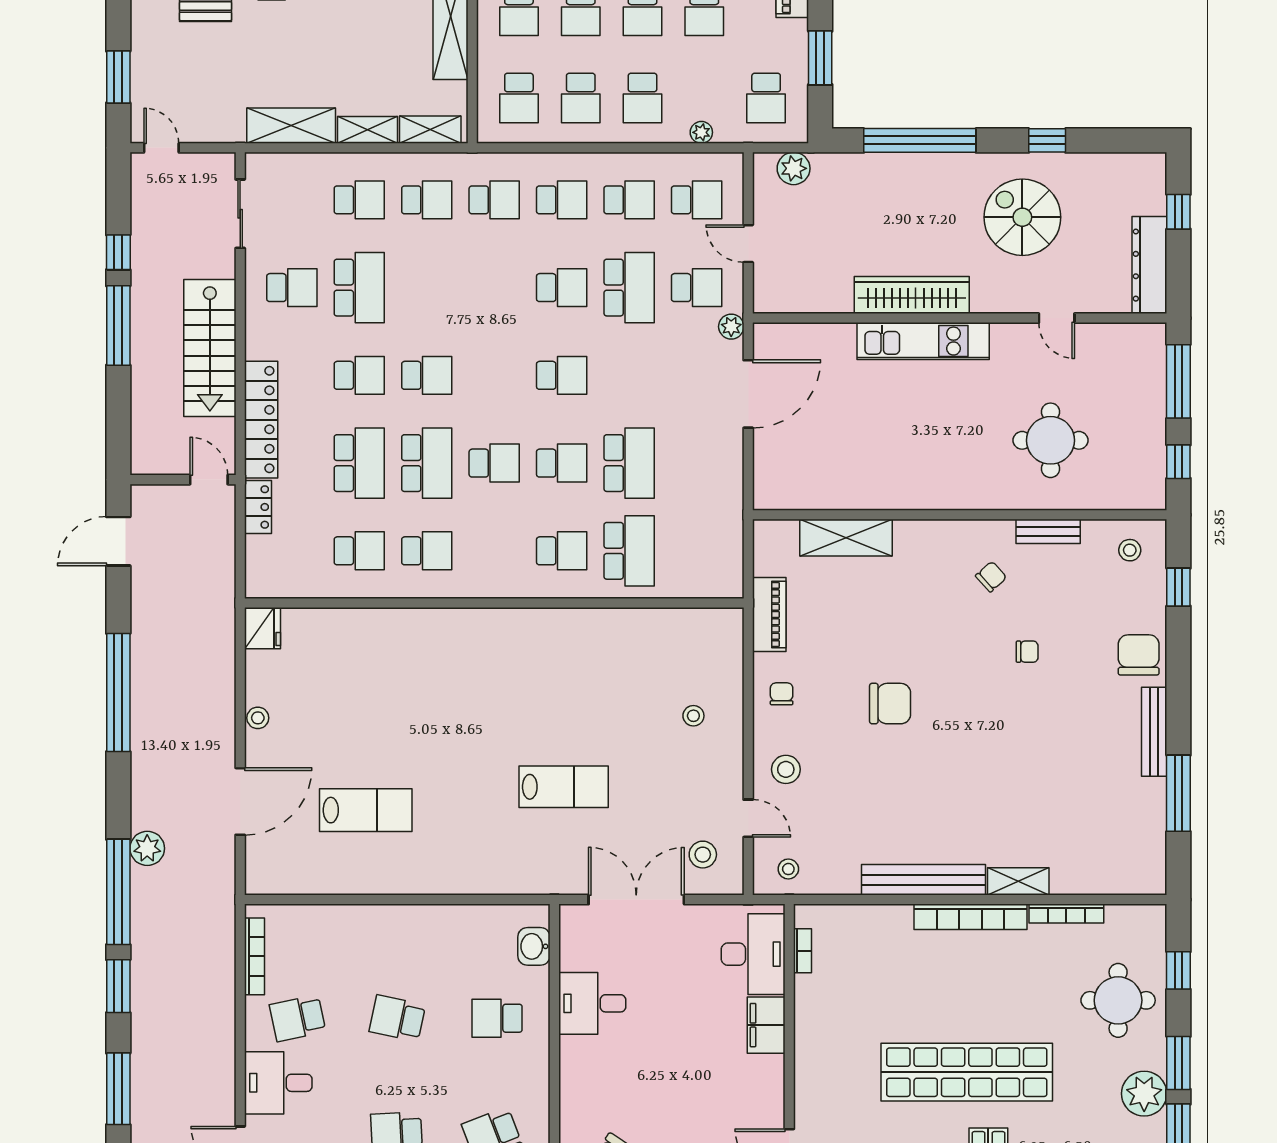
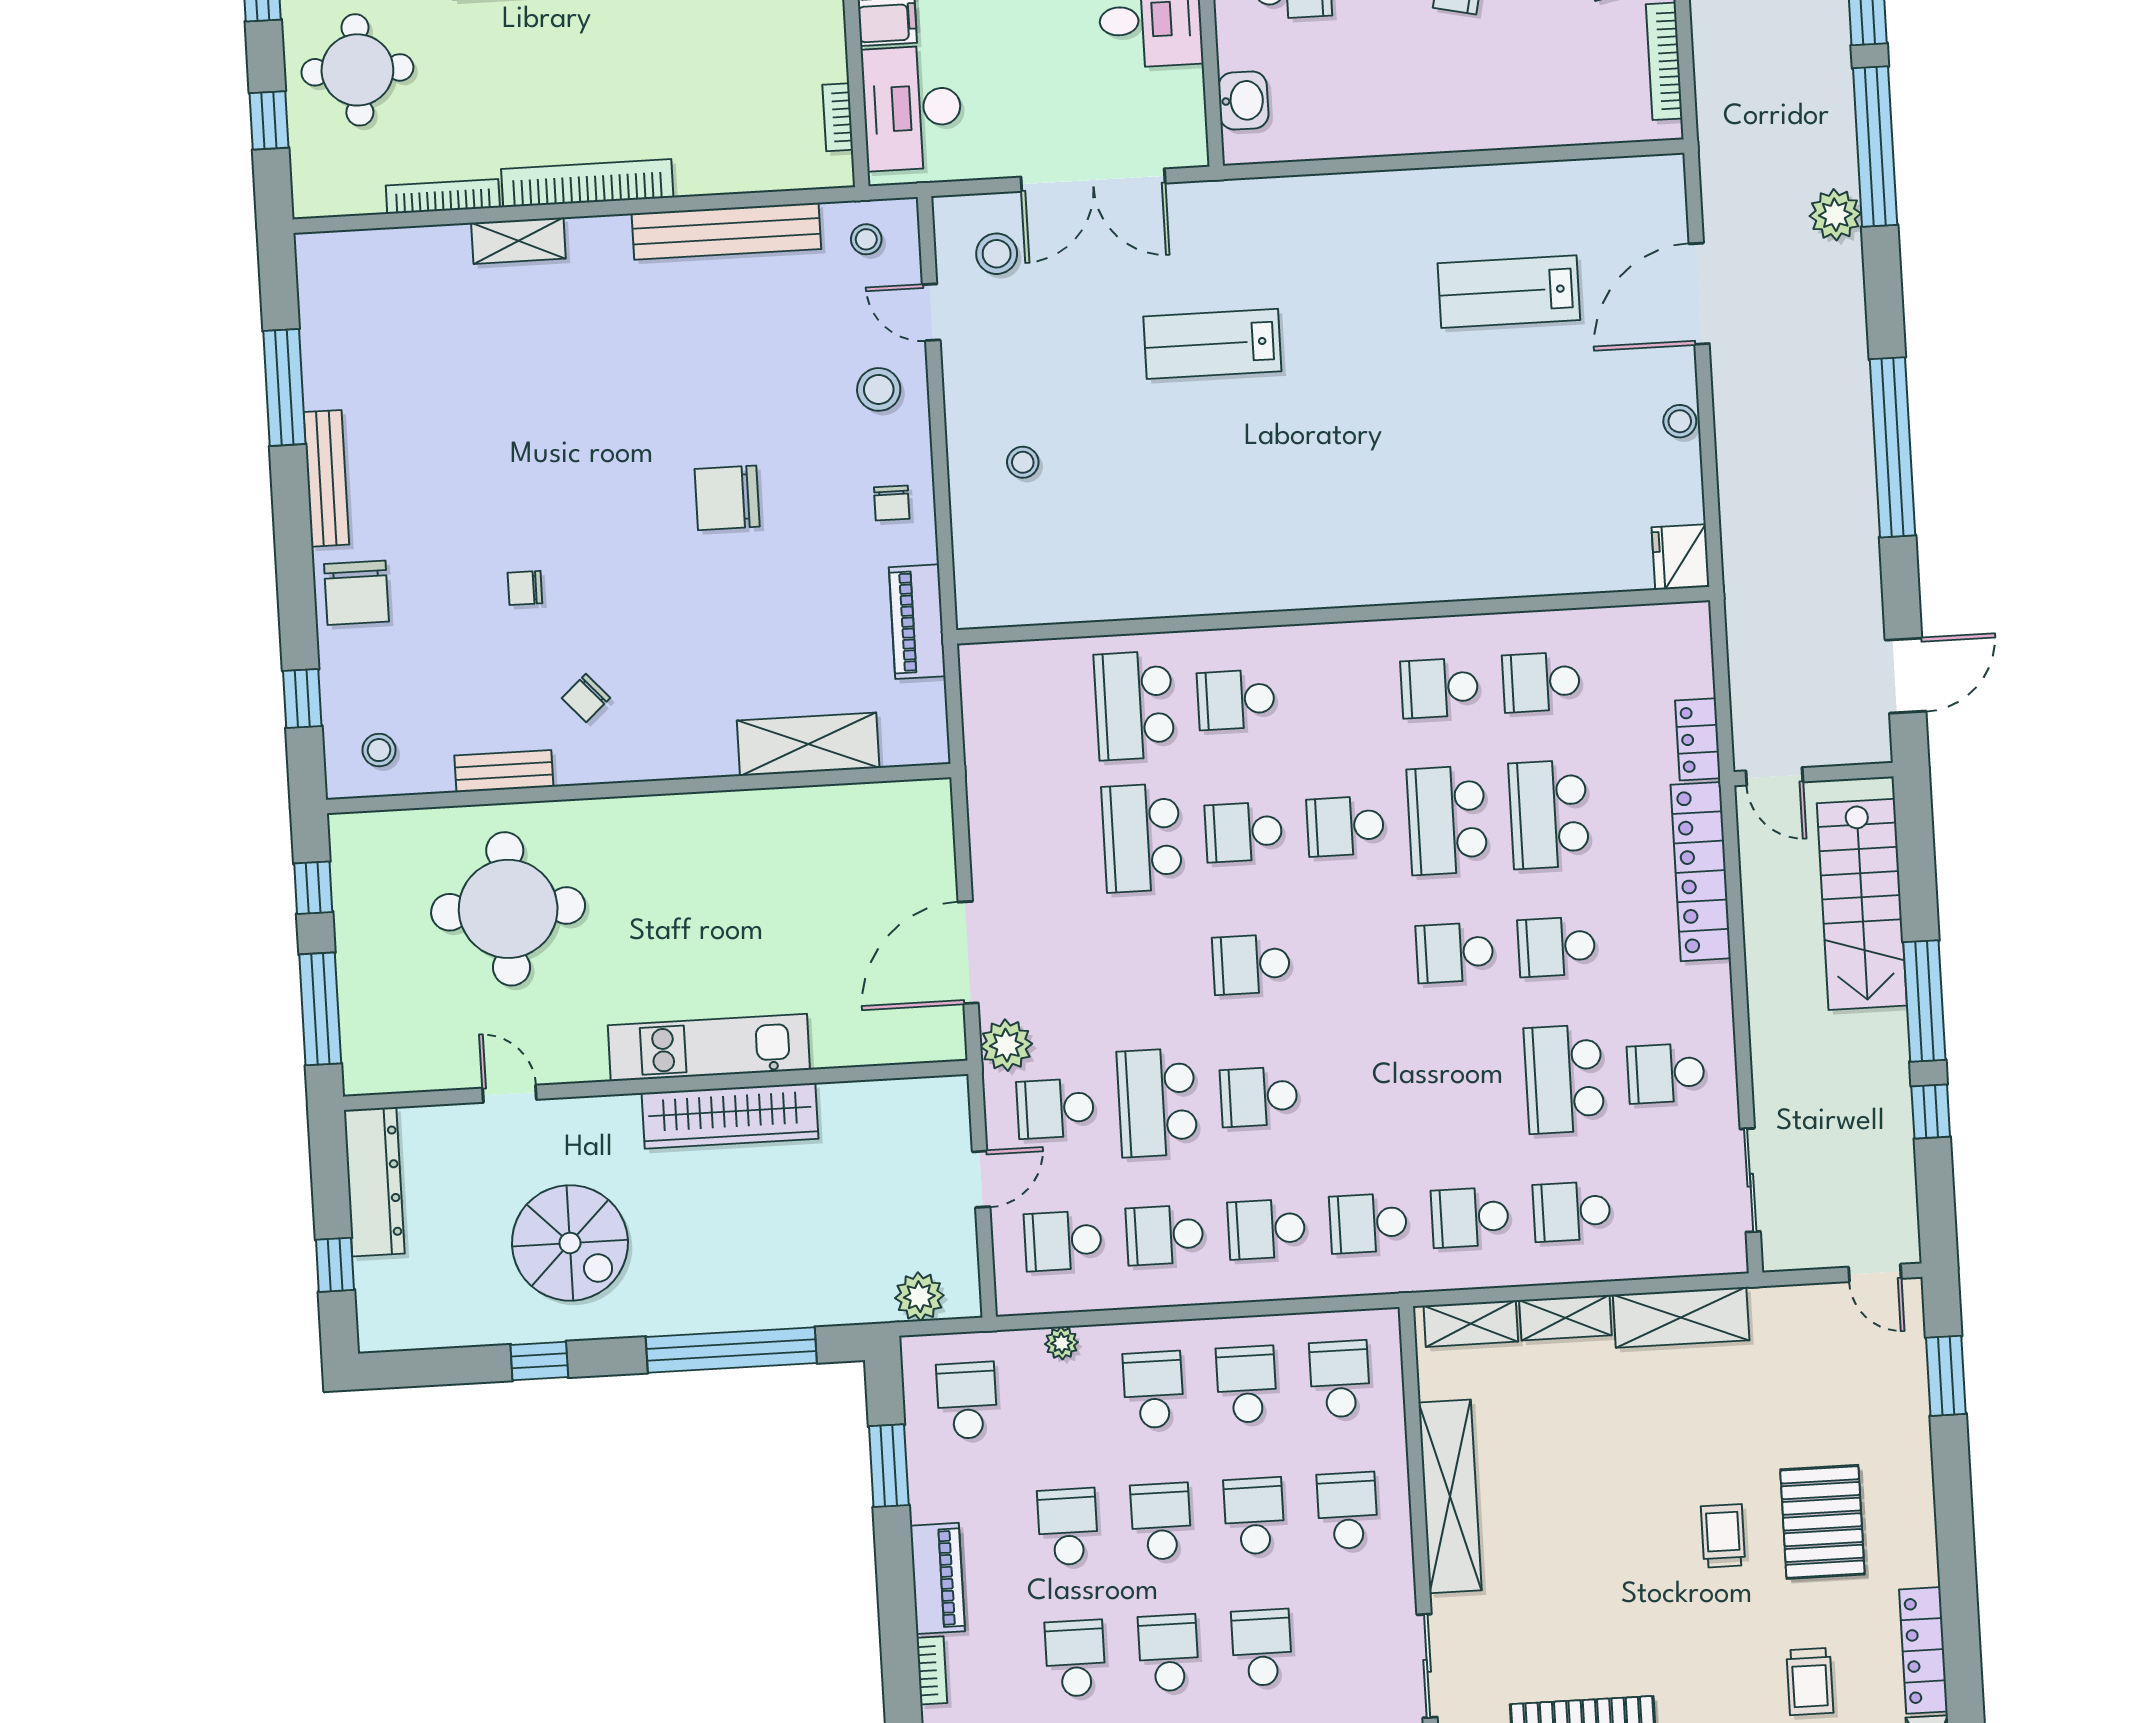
door: (748, 244) -> (981, 1179), hinge flipped
plant: (731, 327) -> (1006, 1045), width x1.38, depth x1.38
stairs: (210, 348) -> (1862, 904), moved, turned 180
round table: (1050, 440) -> (508, 909), width x1.36, depth x1.36
bench: (923, 880) -> (726, 231), moved

